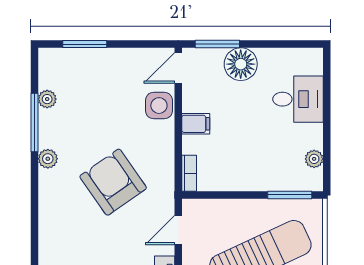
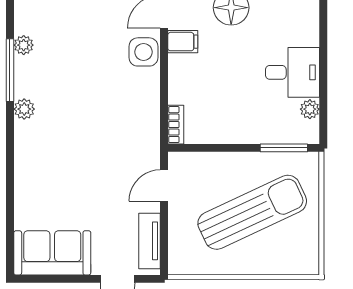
desk: (298, 99) -> (293, 72), moved
filing cabinet: (196, 124) -> (183, 42), moved
armchair: (113, 182) -> (94, 134), removed

